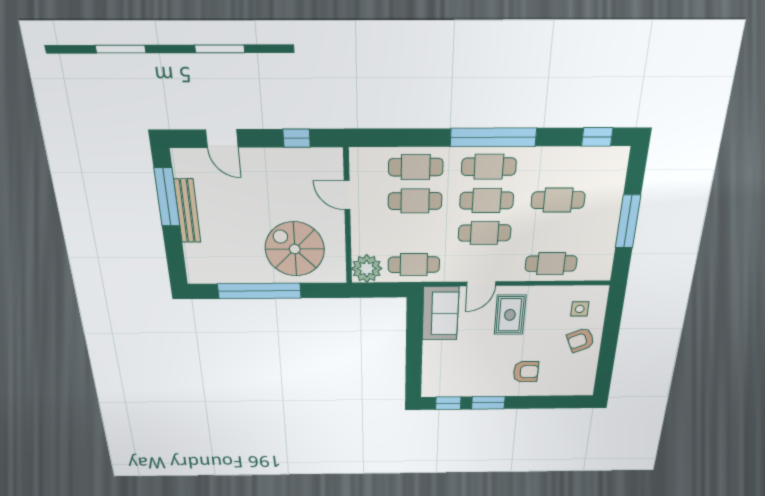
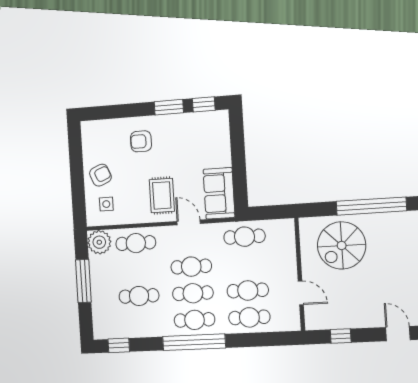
spiral stairs: (295, 249) -> (342, 245), turned 90
plant: (367, 269) -> (99, 242), moved
door: (481, 284) -> (189, 222), hinge flipped

